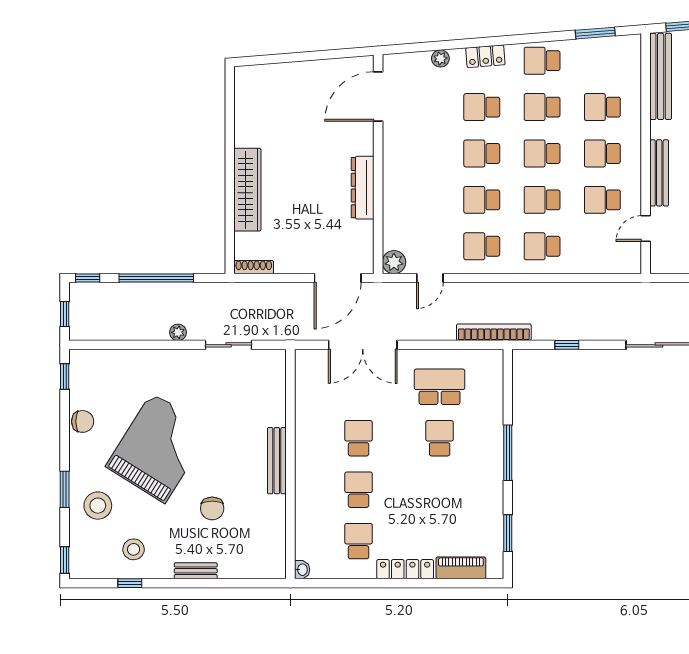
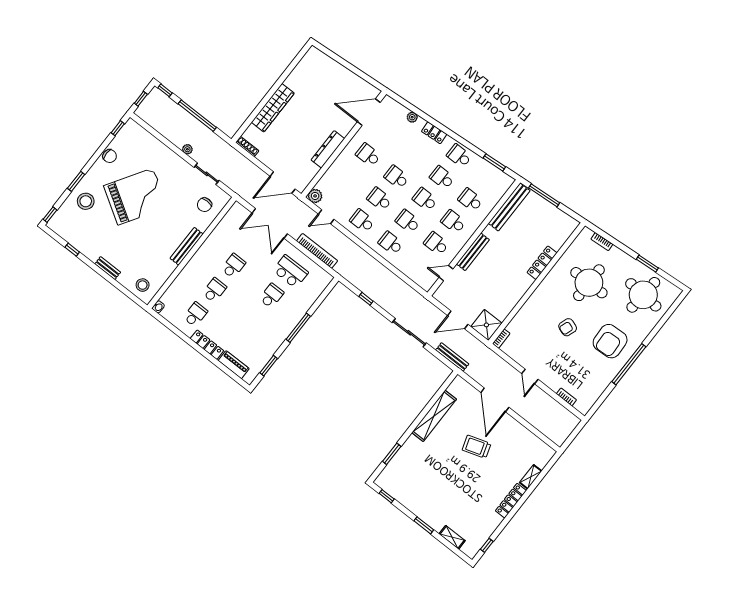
school desk: (482, 107) -> (368, 155), moved
bookcase: (494, 332) -> (317, 251), moved
chair: (212, 508) -> (204, 205), moved
stool: (134, 549) -> (143, 285), moved

